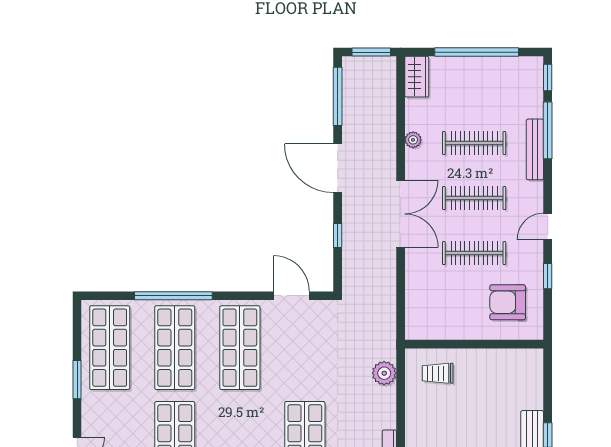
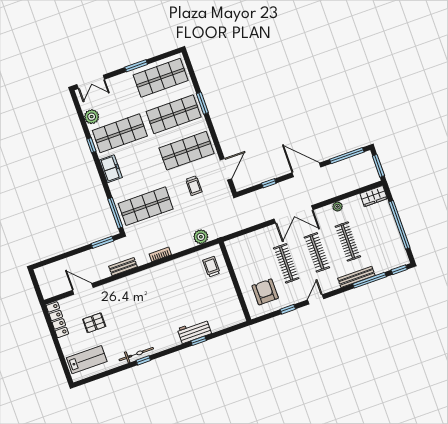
door: (338, 168) -> (306, 170), hinge flipped
door: (548, 226) -> (316, 299), hinge flipped
window: (173, 296) -> (202, 103), width x0.47
trolley: (299, 356) -> (194, 186), added

